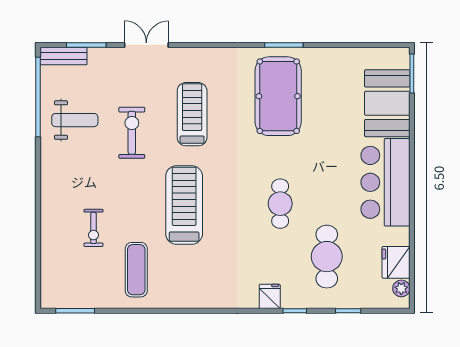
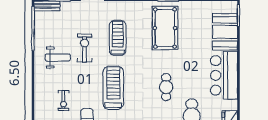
weight bench: (75, 120) -> (58, 57), moved

